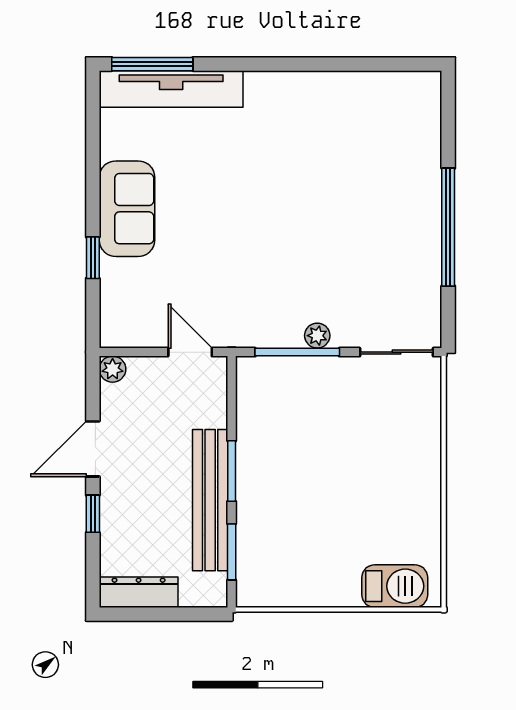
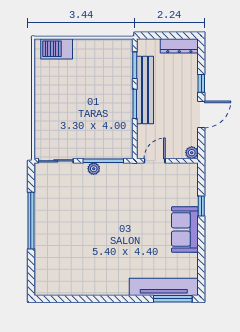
door: (190, 352) -> (155, 161), swing flipped

